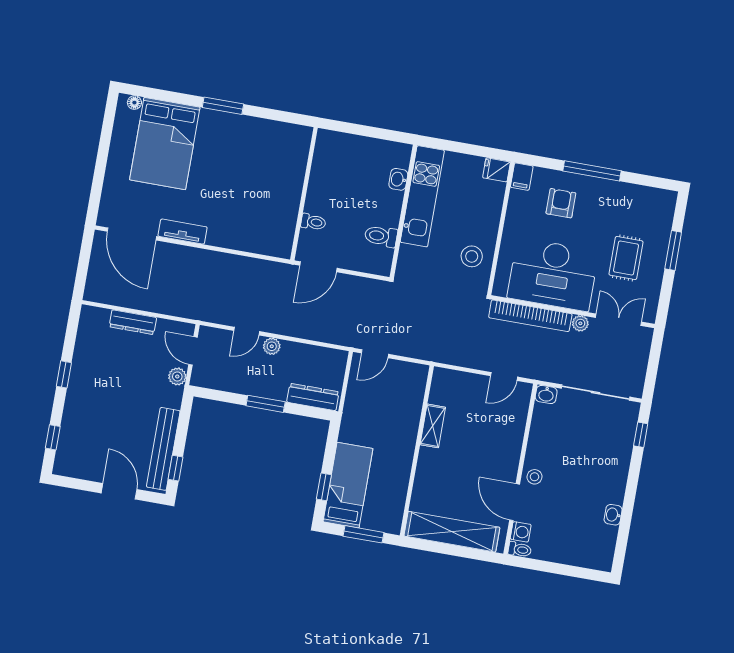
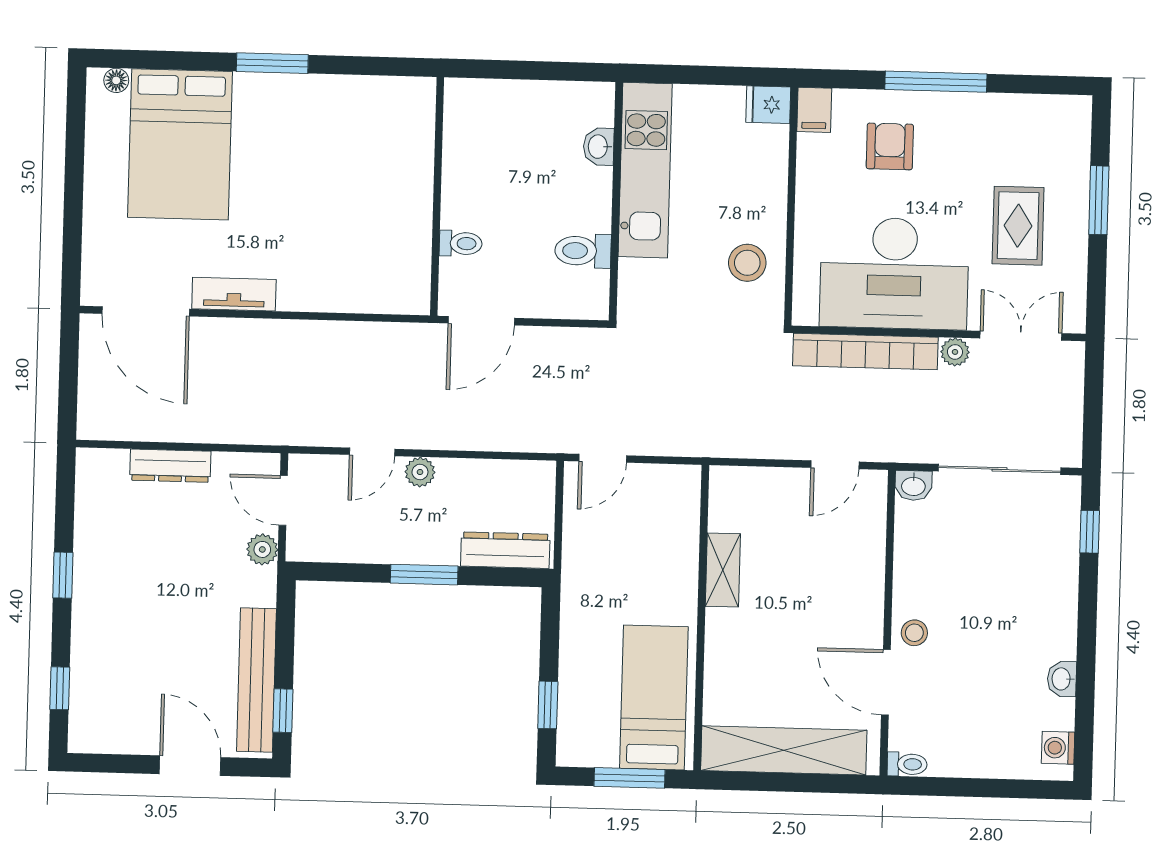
bed: (348, 485) -> (654, 698), moved
washing machine: (521, 532) -> (1058, 748), moved, turned 180

